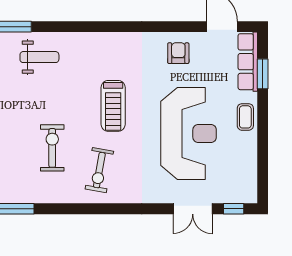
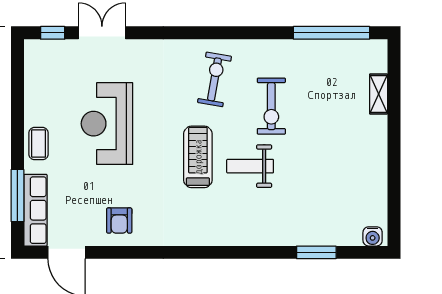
weight bench: (39, 57) -> (250, 166), moved
window: (263, 74) -> (17, 196), width x1.44
reception desk: (189, 133) -> (107, 124), width x0.74, depth x0.77

